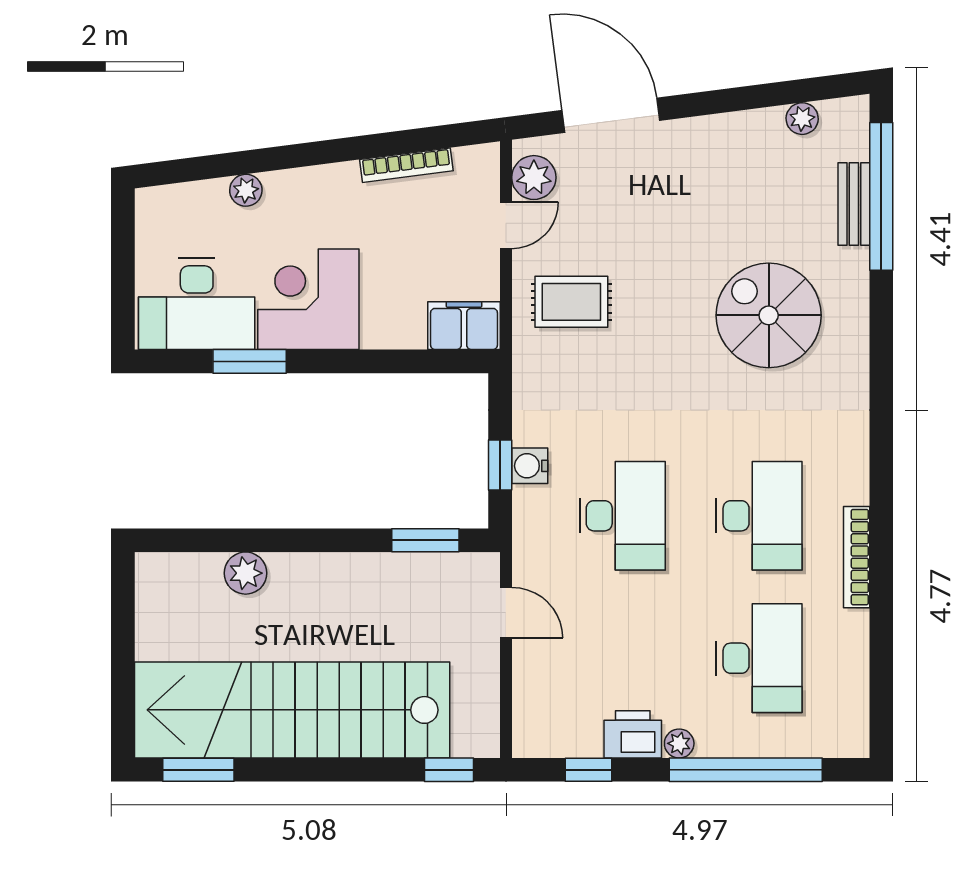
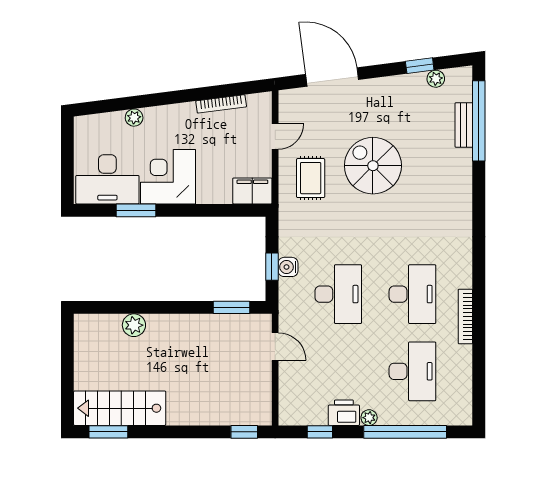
window: (772, 95) -> (420, 66), added
plant: (534, 178) -> (290, 111), removed
rug: (571, 302) -> (311, 178), turned 90
spiral stairs: (769, 315) -> (373, 166), moved
stairs: (292, 710) -> (120, 408), width x0.54, depth x0.66

